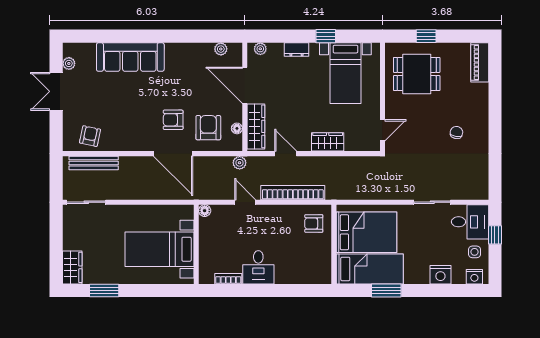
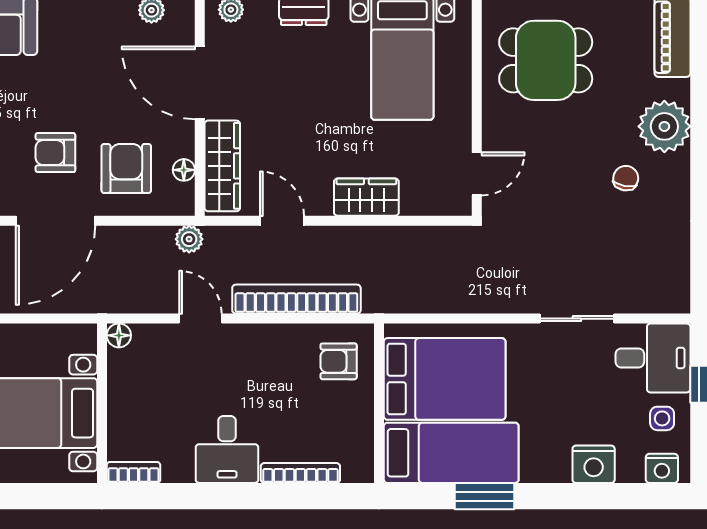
plant: (476, 107) -> (664, 126), added
door: (173, 154) -> (56, 221), hinge flipped
bookcase: (228, 279) -> (133, 472), moved
bookcase: (295, 279) -> (300, 473), added

